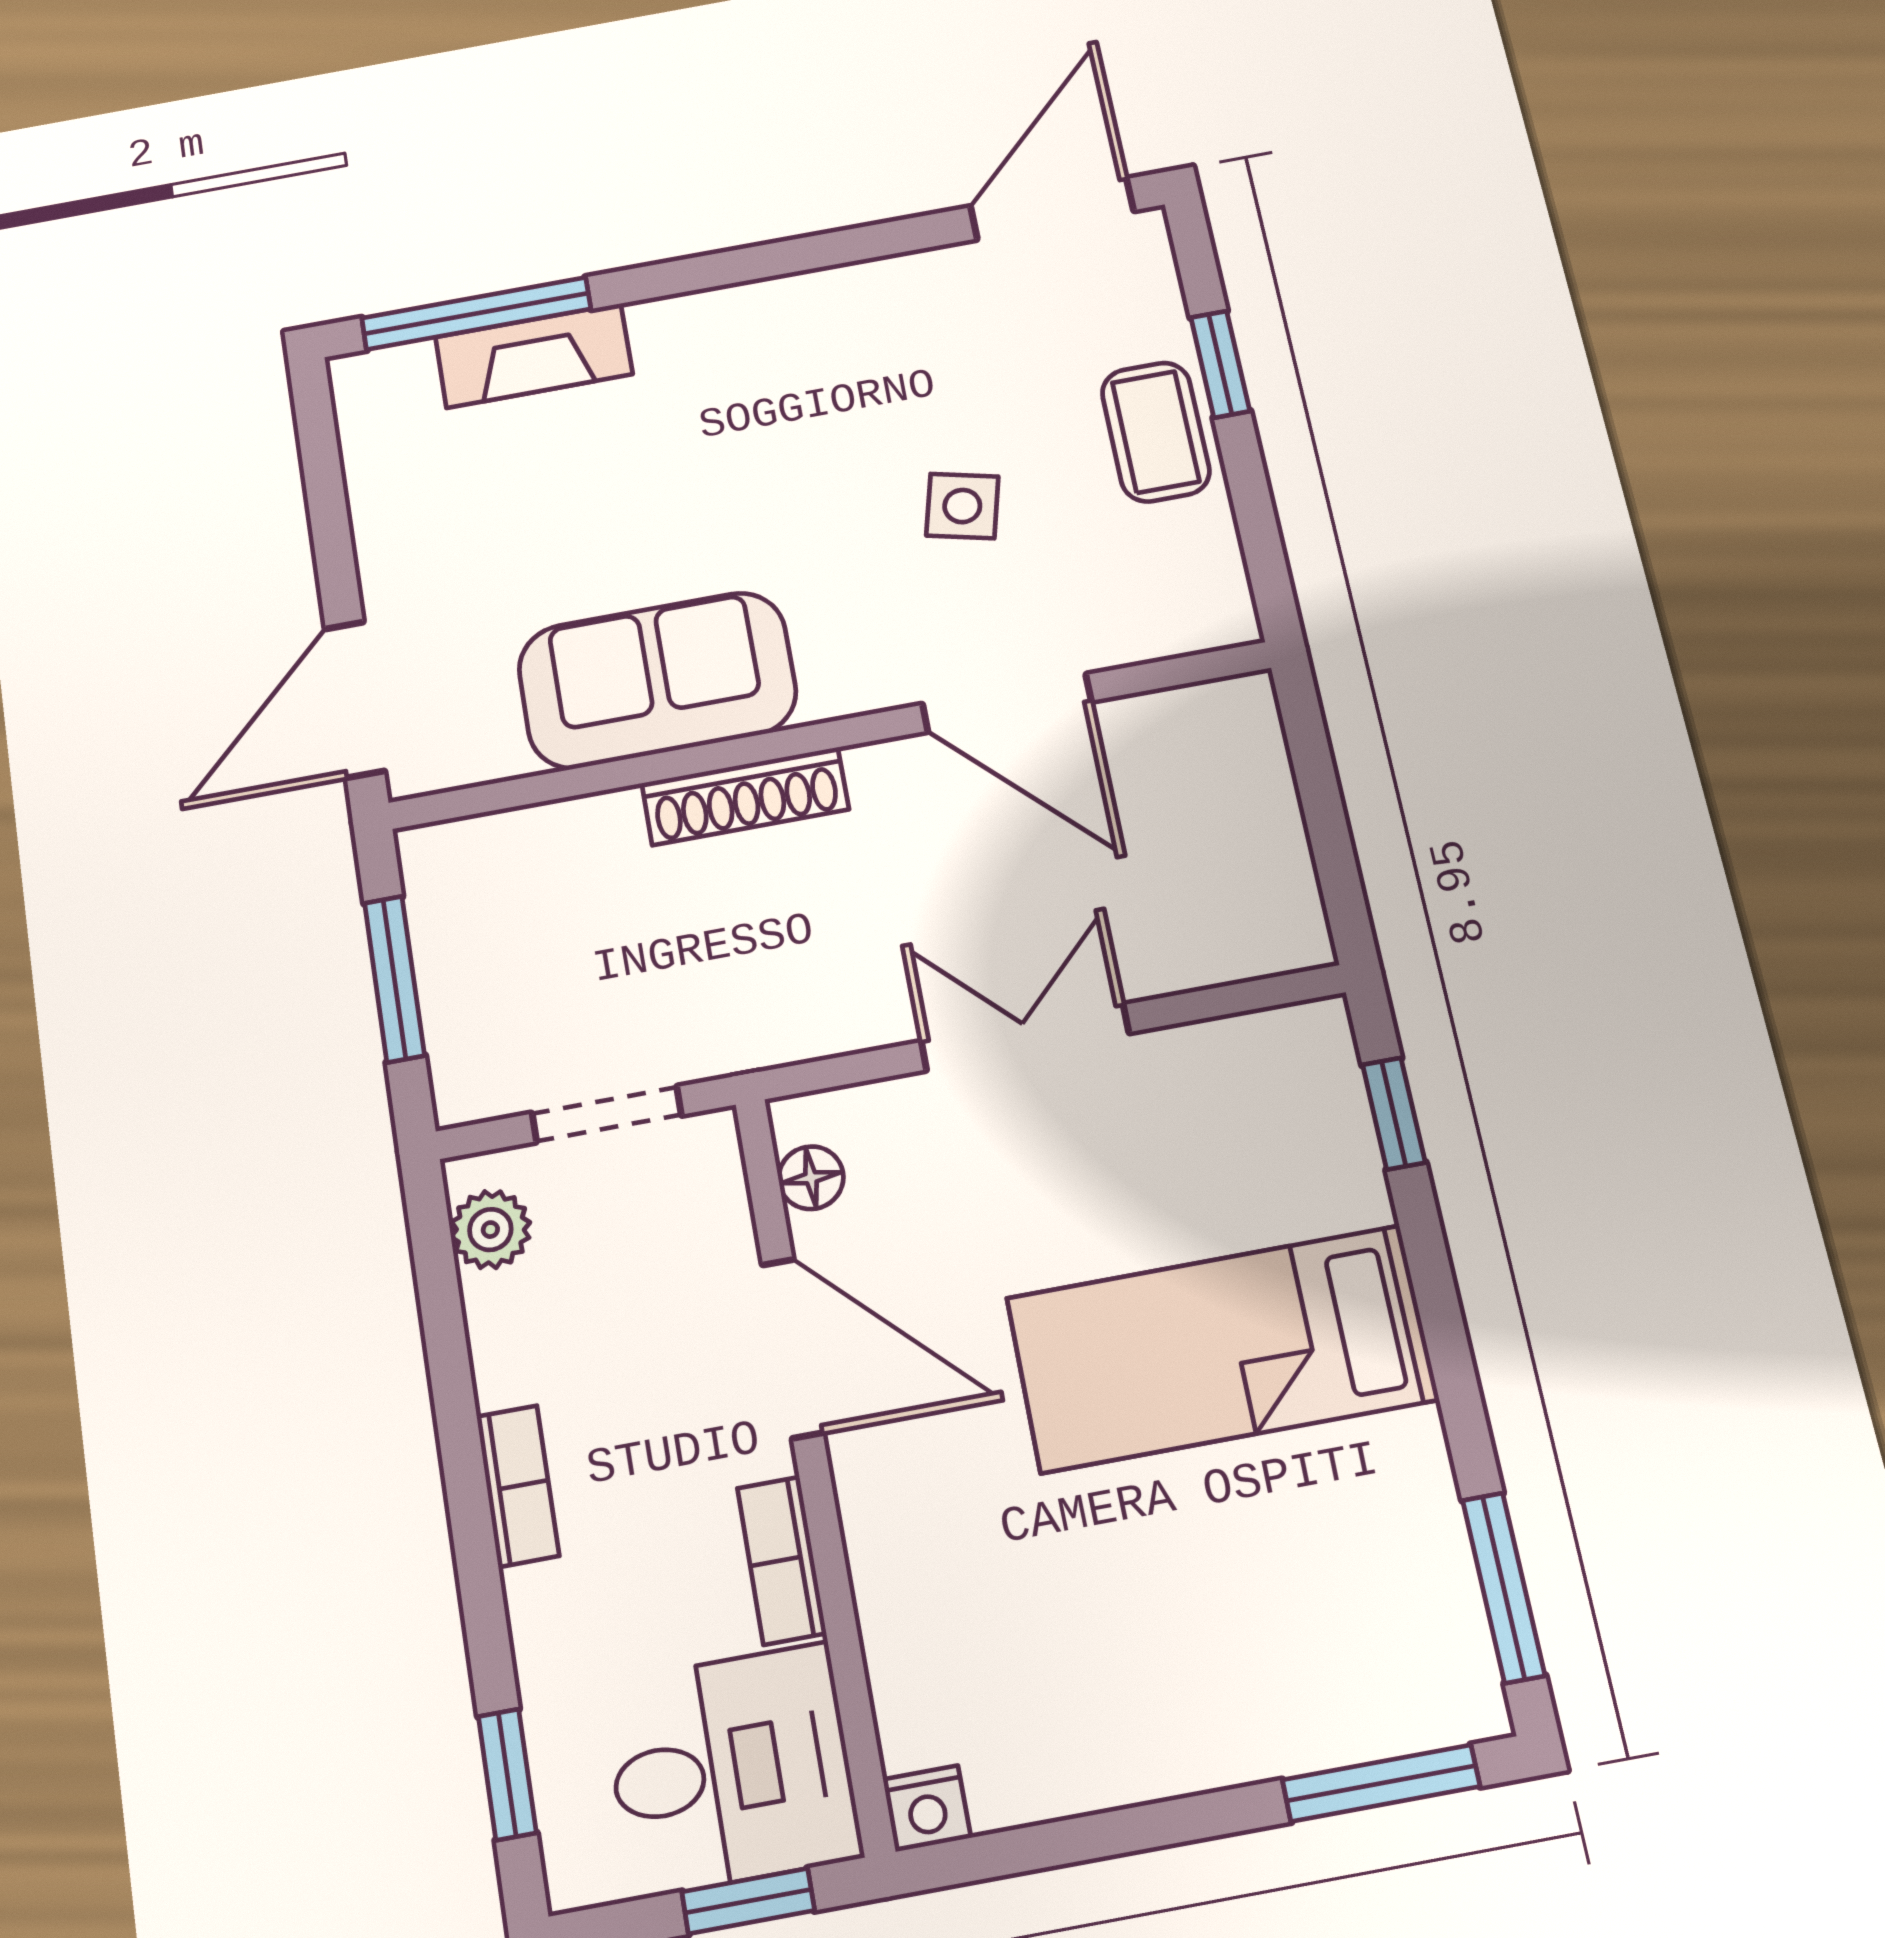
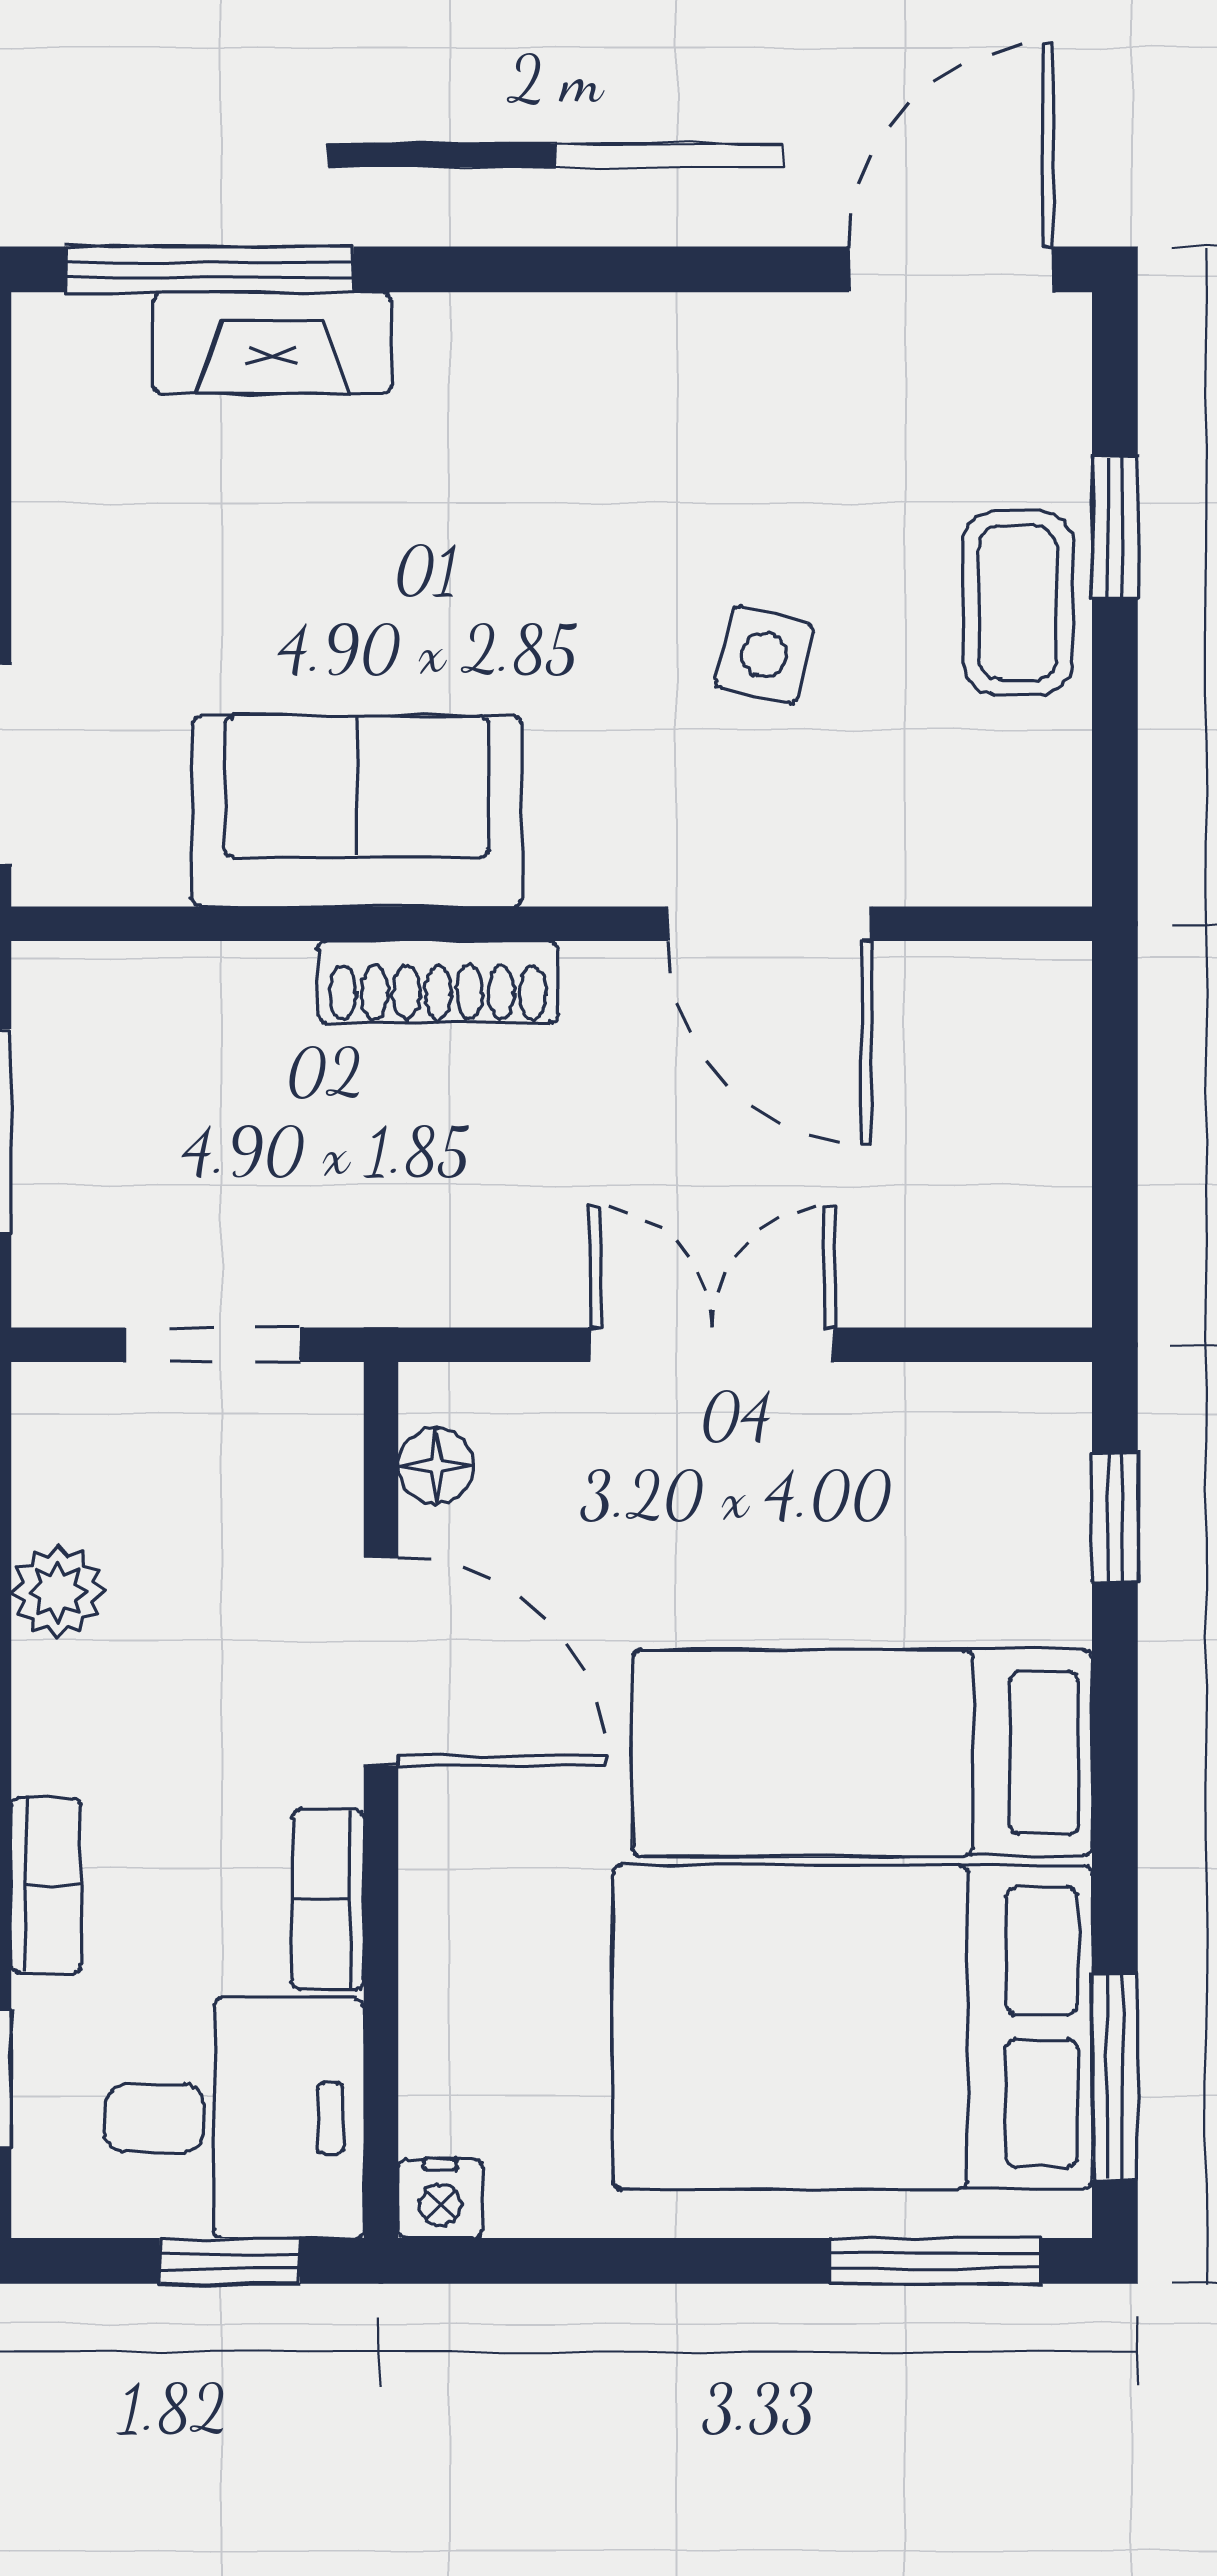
plant: (490, 1230) -> (58, 1592), moved
bookcase: (518, 1486) -> (46, 1885), moved
bed: (1263, 1587) -> (852, 2027), added

